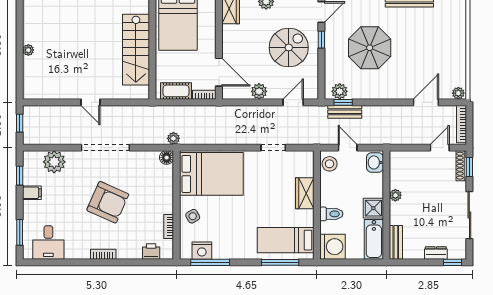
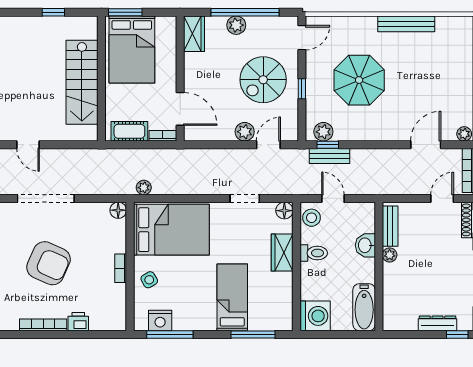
window: (321, 40) -> (302, 89), moved
spiral stairs: (289, 47) -> (263, 80), turned 180
plant: (259, 91) -> (245, 132), moved
plant: (173, 138) -> (144, 188), moved
floor lamp: (307, 158) -> (284, 211), added
washbasin: (375, 162) -> (365, 245), moved
shower: (373, 208) -> (363, 270), removed
toilet: (331, 214) -> (314, 253), moved
bookcase: (169, 226) -> (121, 268), moved
bed: (286, 240) -> (232, 297), moved, turned 90
bench: (396, 242) -> (390, 226), moved
printer: (151, 251) -> (78, 322), moved
dresser: (436, 253) -> (438, 323), width x1.44
bookcase: (103, 254) -> (43, 325), width x1.56

